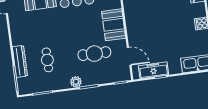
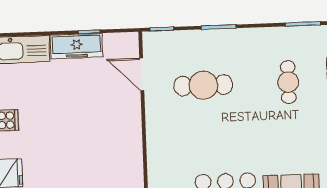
booth: (114, 25) -> (164, 133), removed
freezer: (153, 70) -> (77, 46), moved
plant: (76, 82) -> (241, 38), removed

